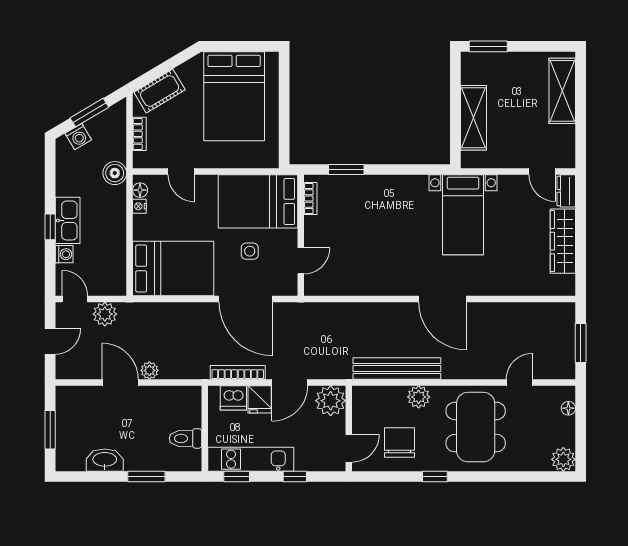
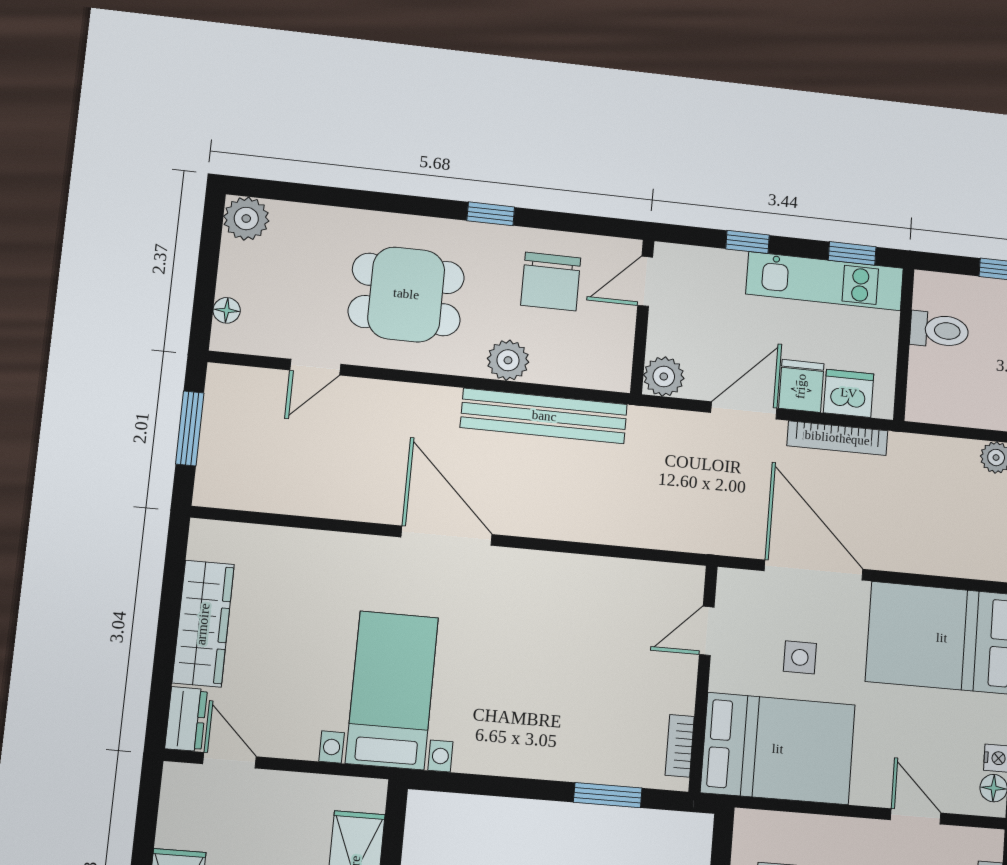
plant: (331, 401) -> (664, 376), width x0.73, depth x0.73
dining table: (476, 427) -> (406, 294), width x0.73

